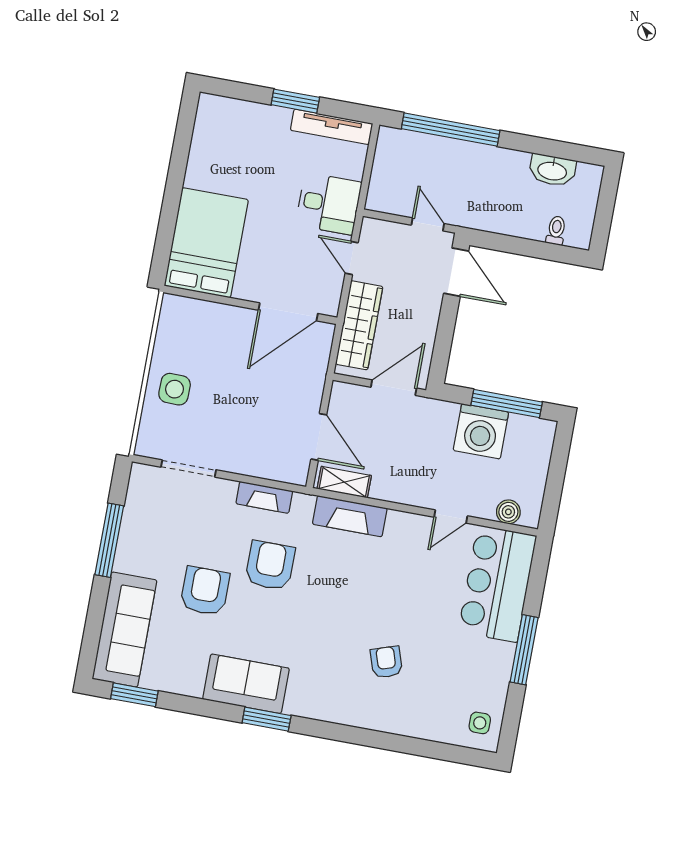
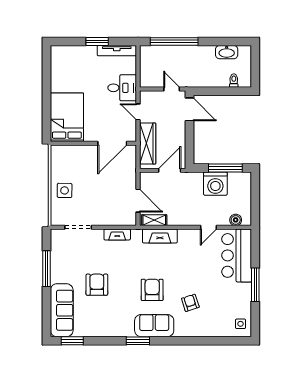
armchair: (270, 565) -> (152, 290), moved
sofa: (246, 684) -> (154, 326), moved

